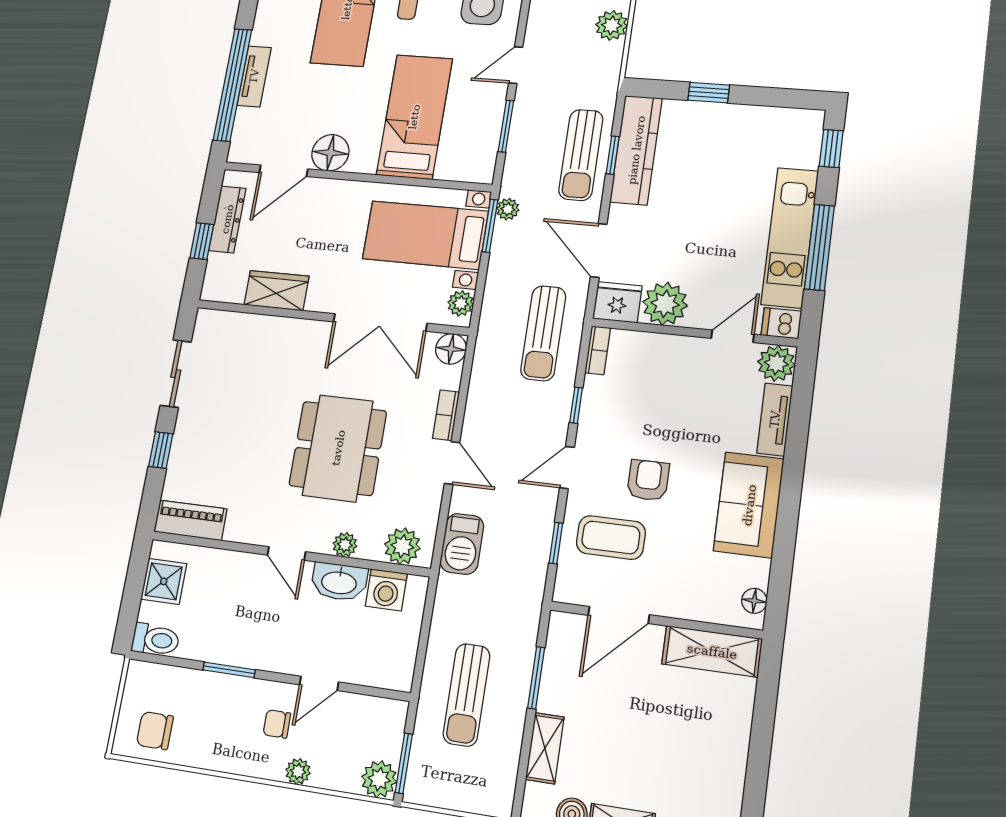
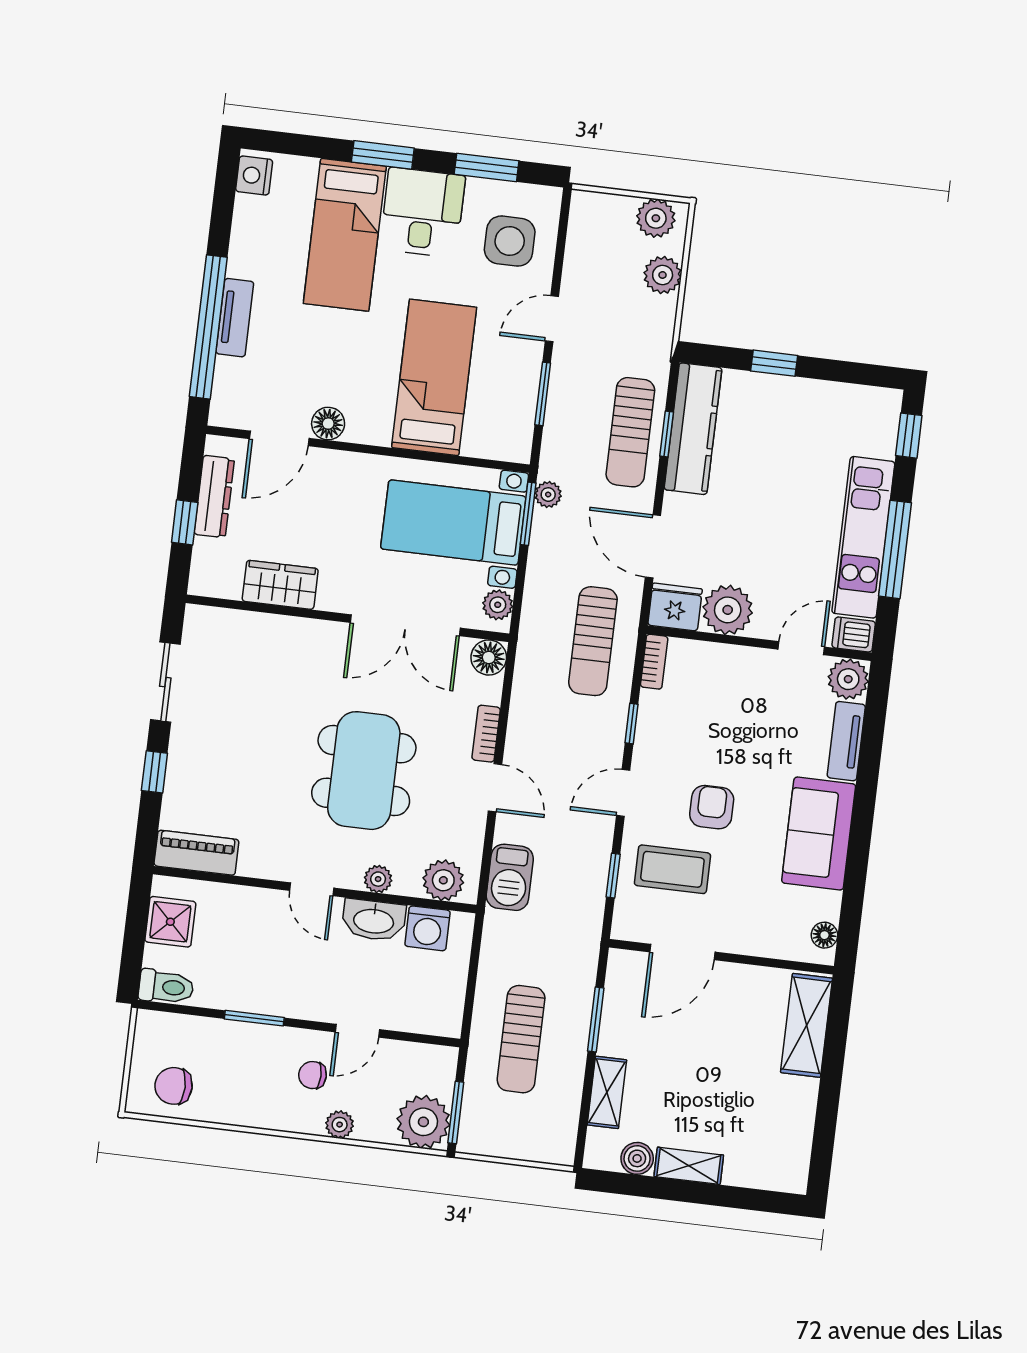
floor lamp: (330, 153) -> (328, 424), width x0.73, depth x0.73
shelving: (712, 651) -> (806, 1025), moved, turned 90
plant: (379, 779) -> (423, 1122), width x1.36, depth x1.36

